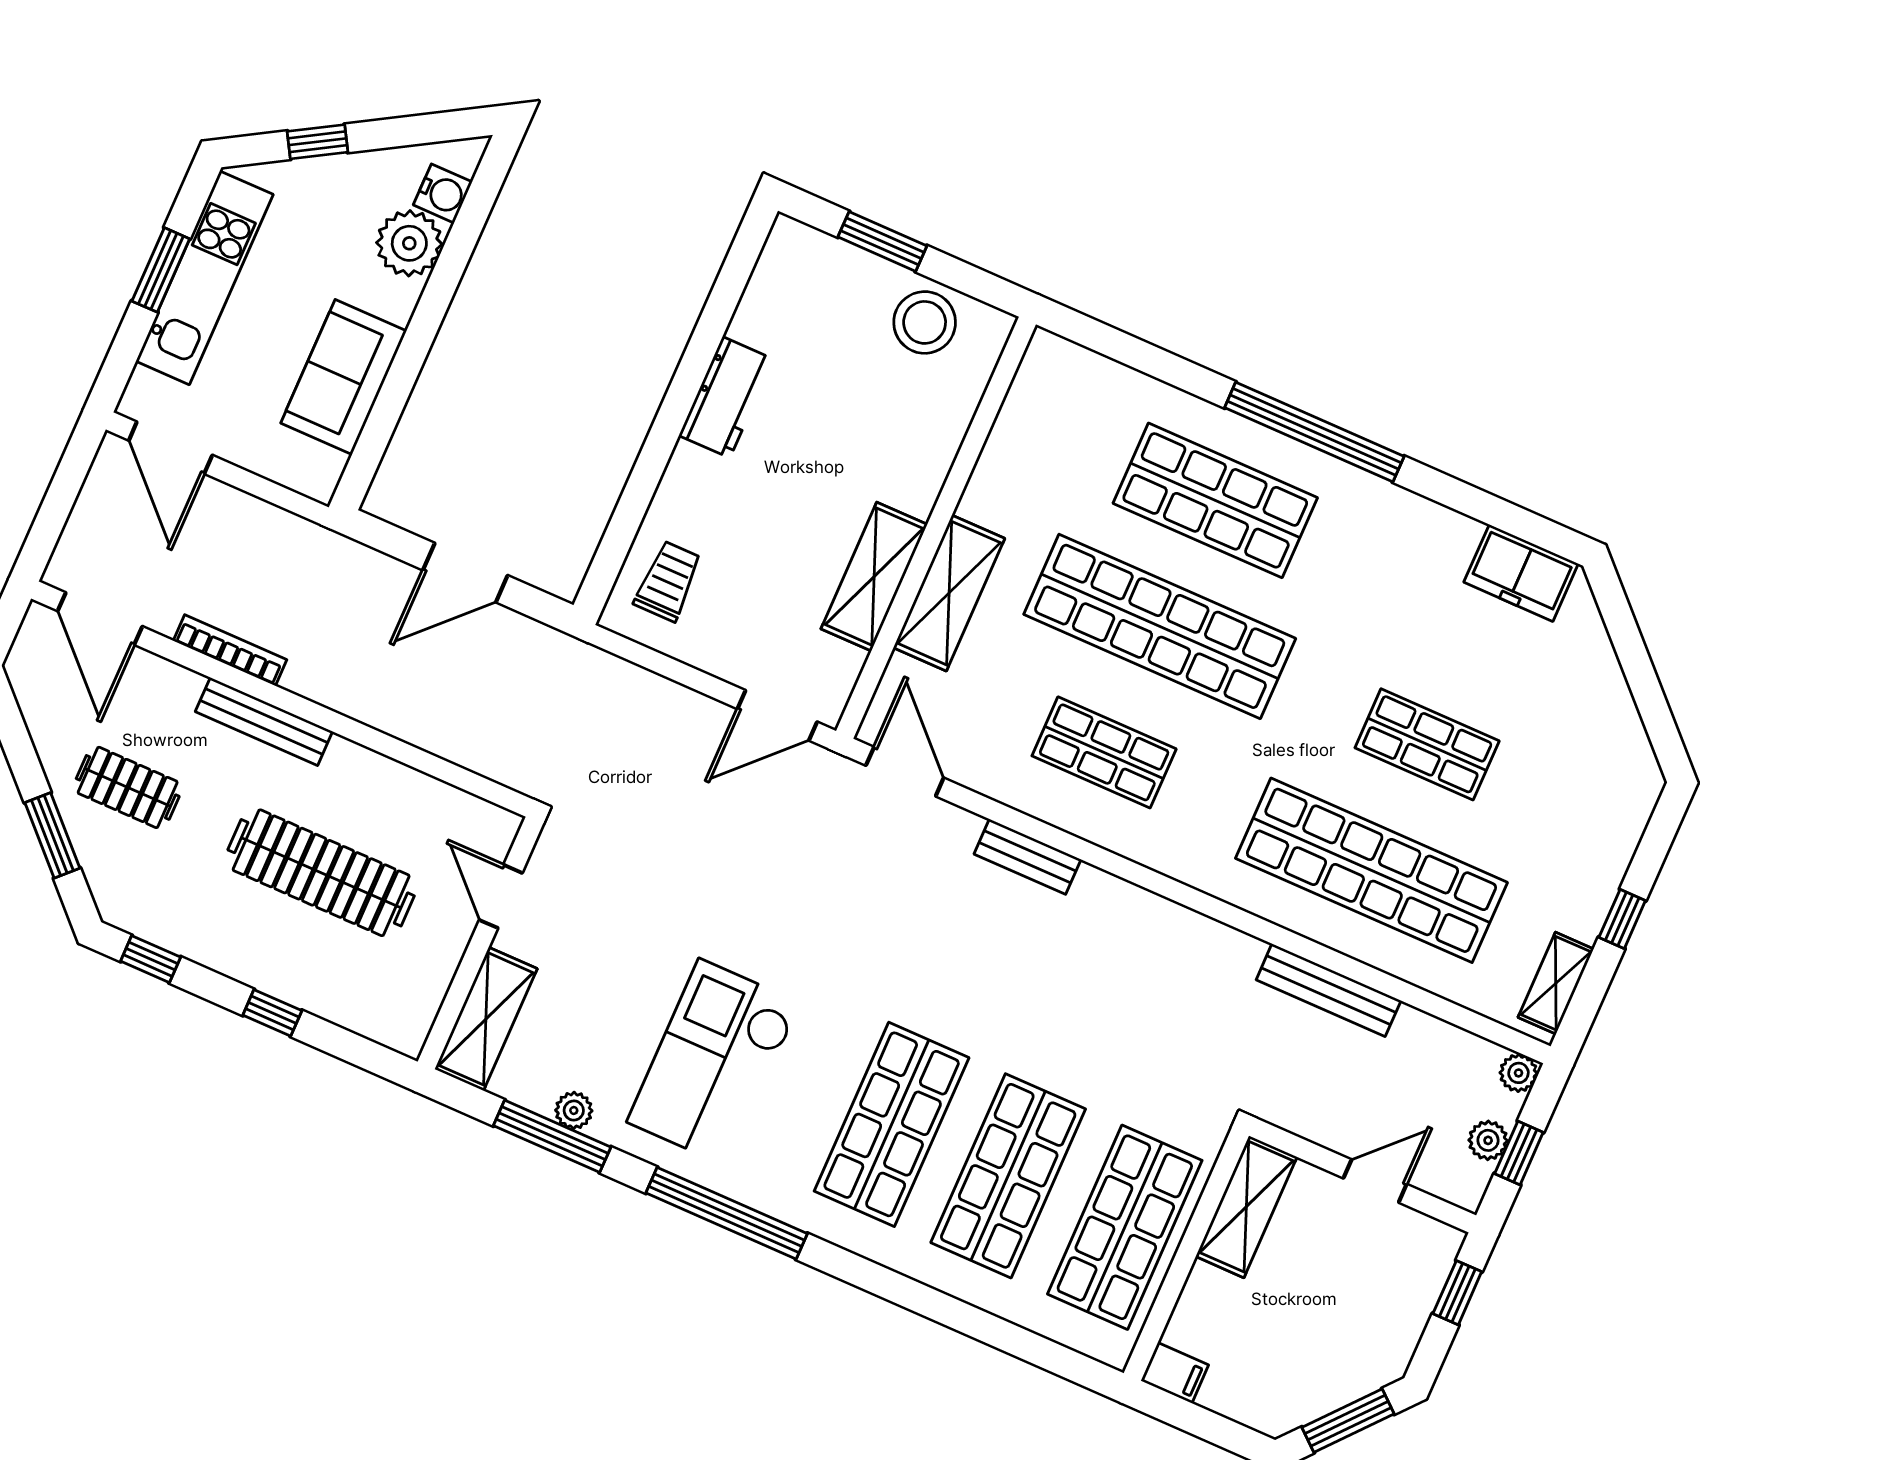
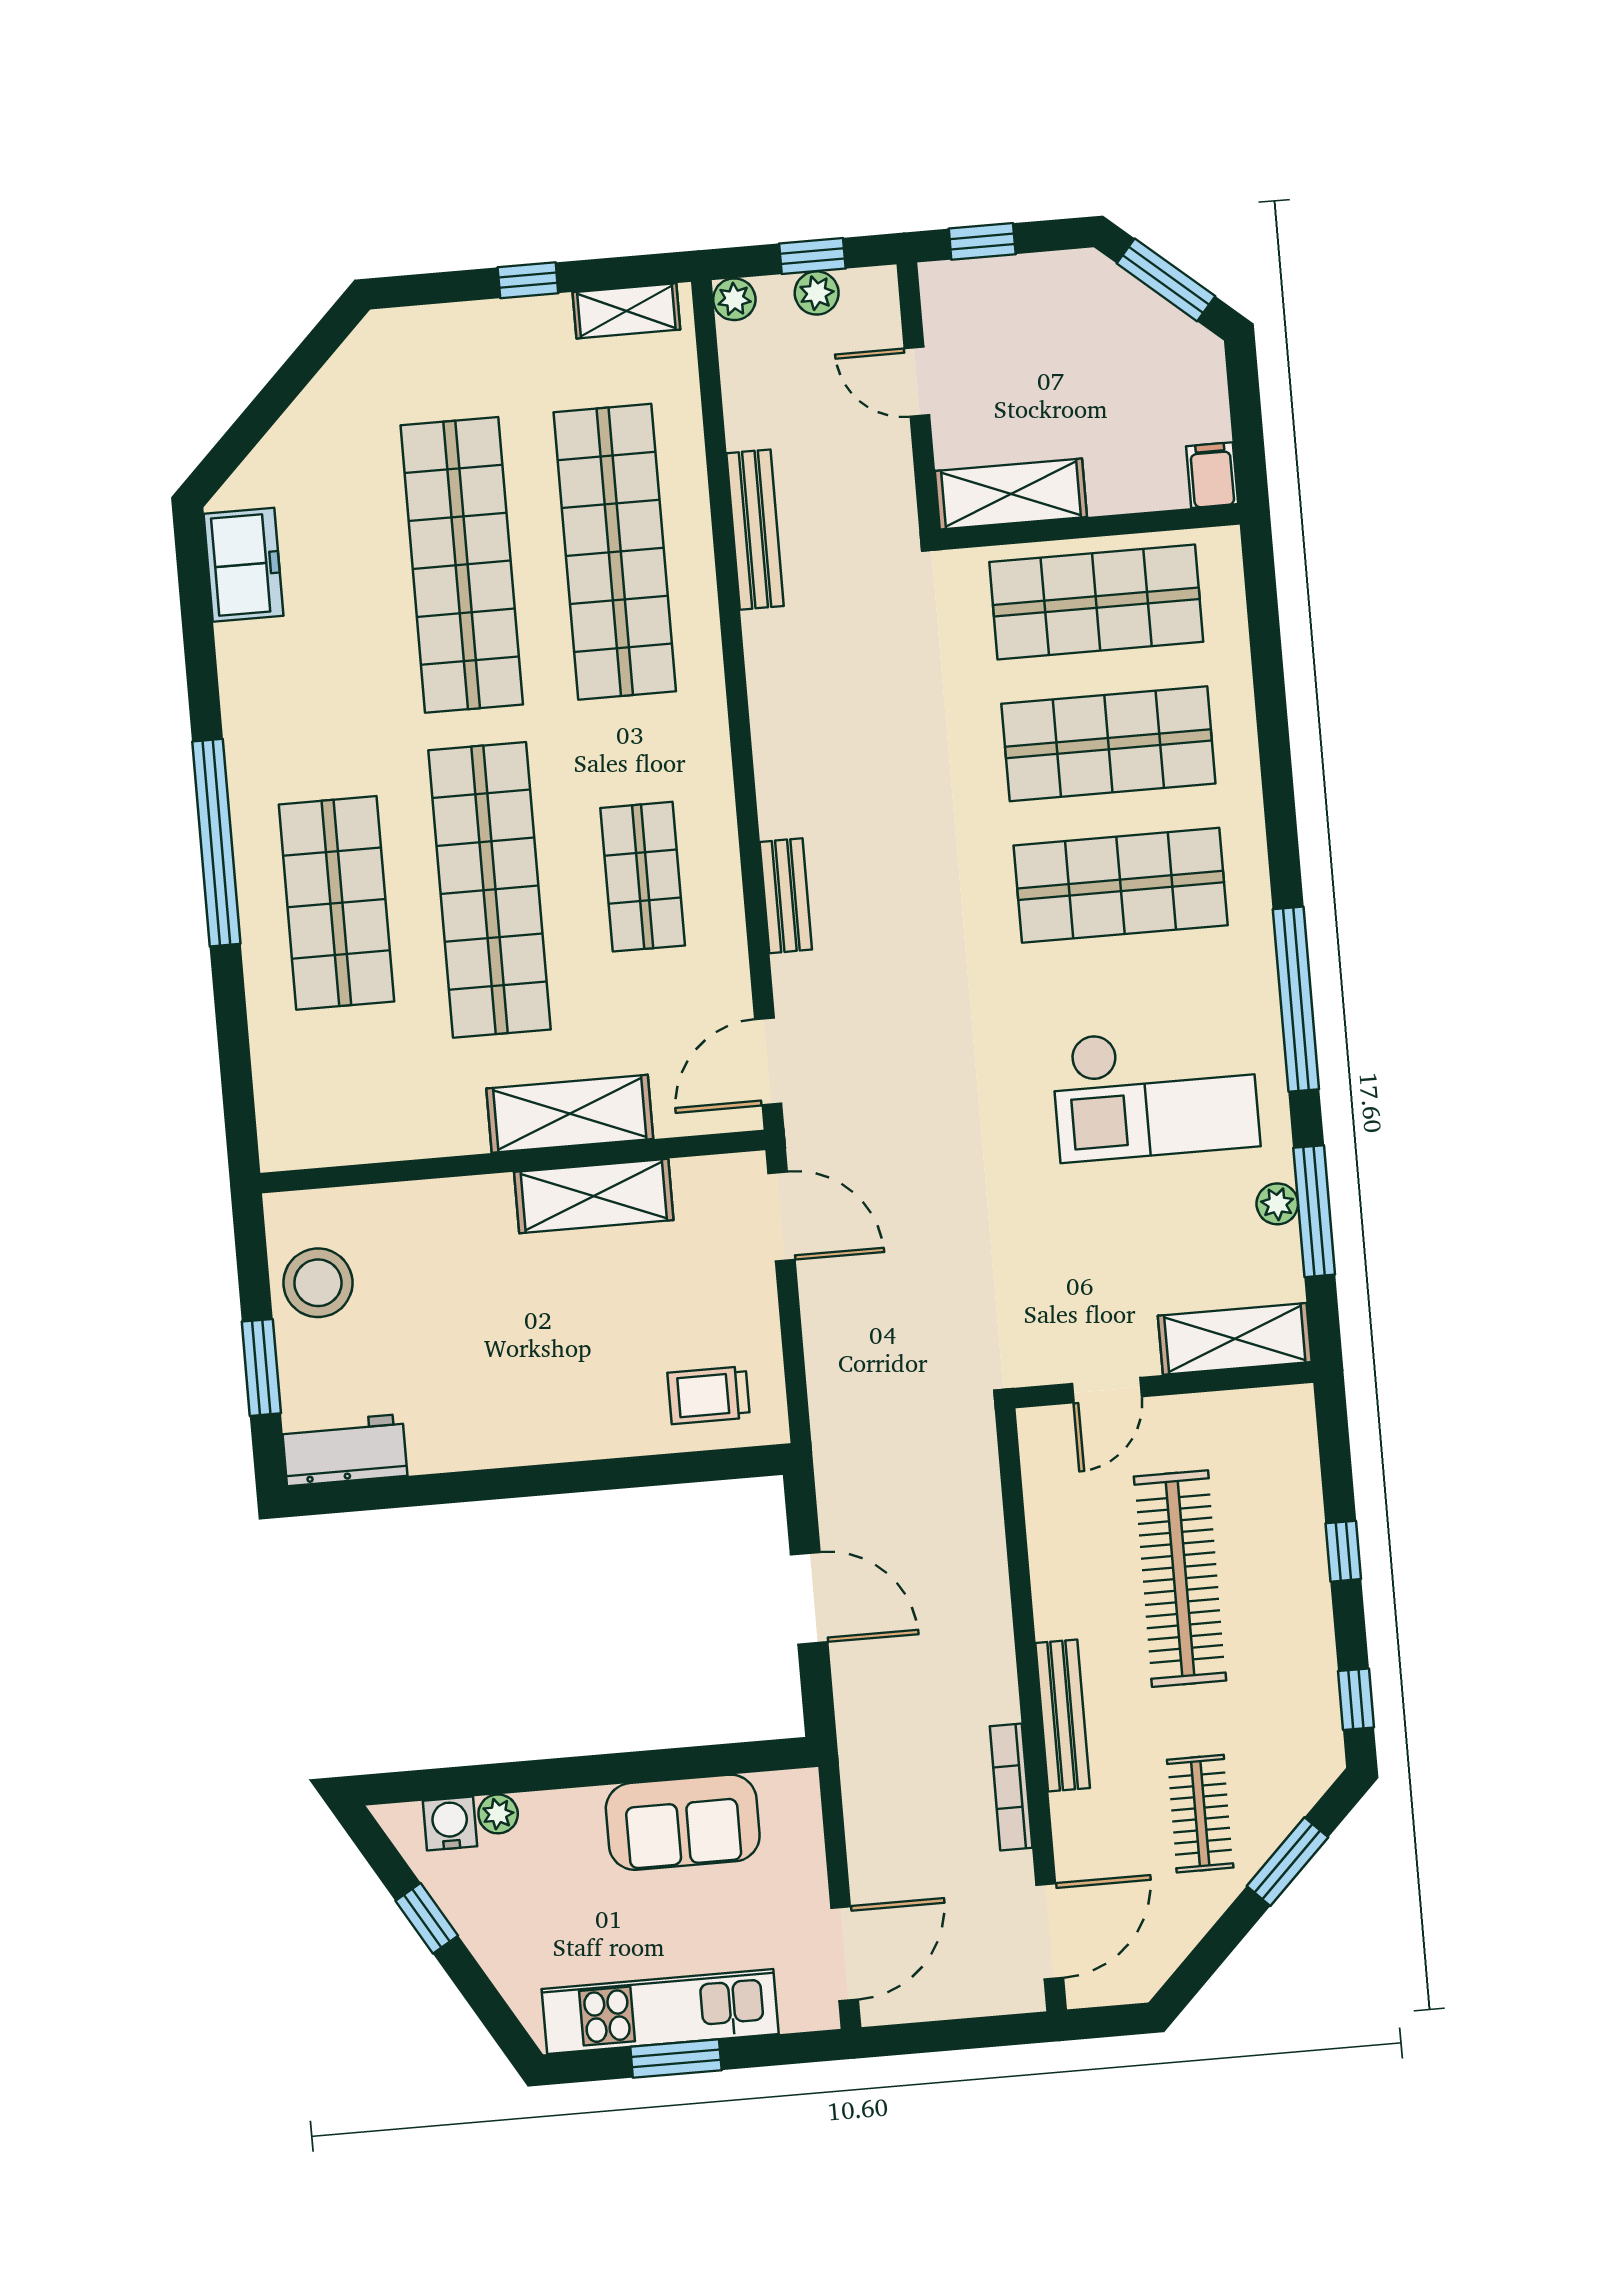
window: (318, 142) -> (427, 1918), moved
plant: (409, 243) -> (498, 1814), width x0.53, depth x0.53
workbench: (726, 397) -> (345, 1450), moved
shop shelf: (1427, 744) -> (462, 565), width x2.00, depth x1.36

